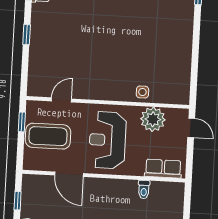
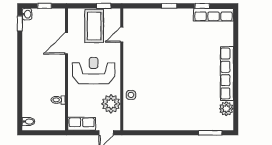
door: (61, 100) -> (122, 35), swing flipped
row of seats: (163, 169) -> (82, 124), moved, turned -90

